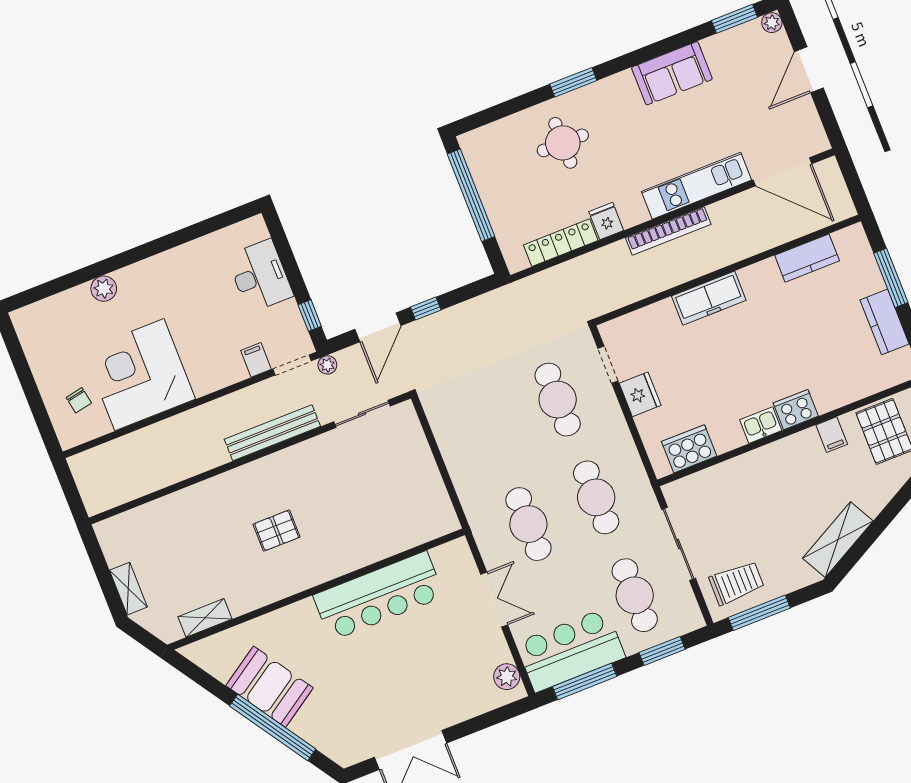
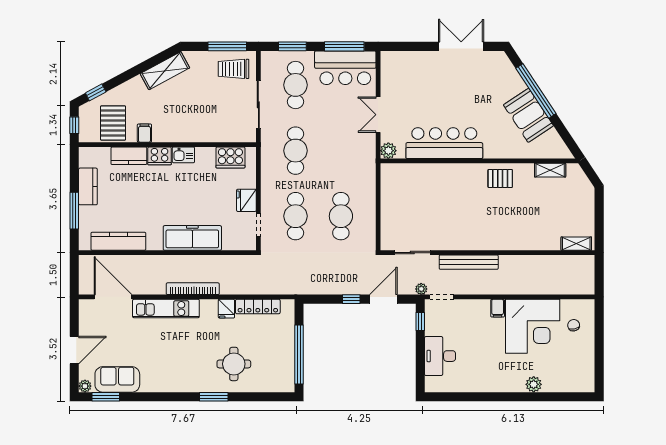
sofa: (672, 73) -> (117, 379), moved
kitchen counter: (807, 258) -> (118, 241), width x1.50
freezer: (709, 298) -> (192, 238), width x1.36, depth x1.26
filing cabinet: (256, 360) -> (498, 308), moved
kitchen counter: (842, 392) -> (129, 156), added
cafe table: (528, 524) -> (341, 216), moved
pallet: (277, 531) -> (500, 178), moved
shelving: (128, 589) -> (576, 244), moved, turned 90
plant: (507, 677) -> (388, 151), moved

